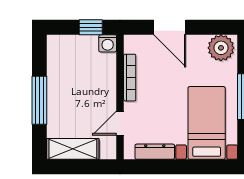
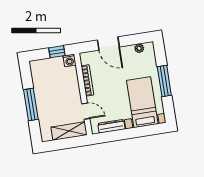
plant: (221, 48) -> (139, 48), width x0.53, depth x0.53
door: (120, 123) -> (86, 111), swing flipped
shelving: (73, 149) -> (69, 131), moved

